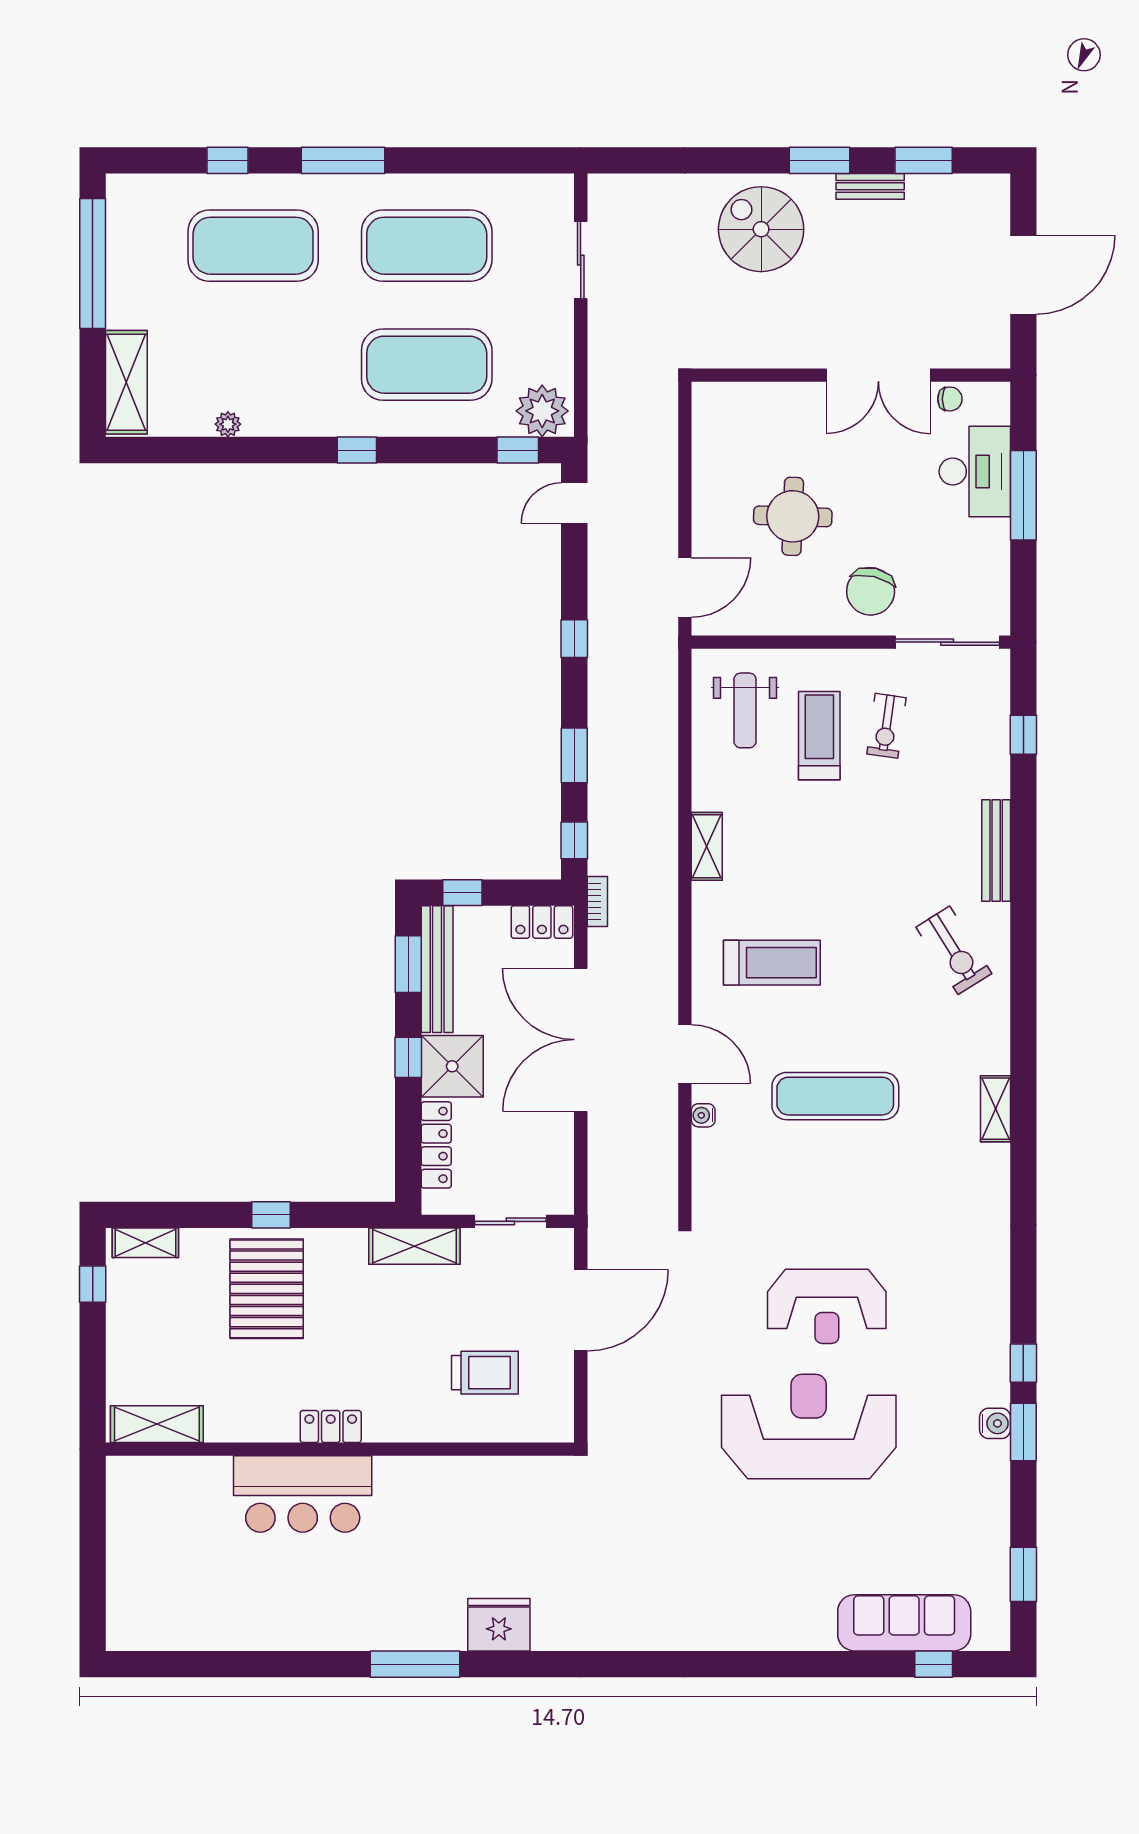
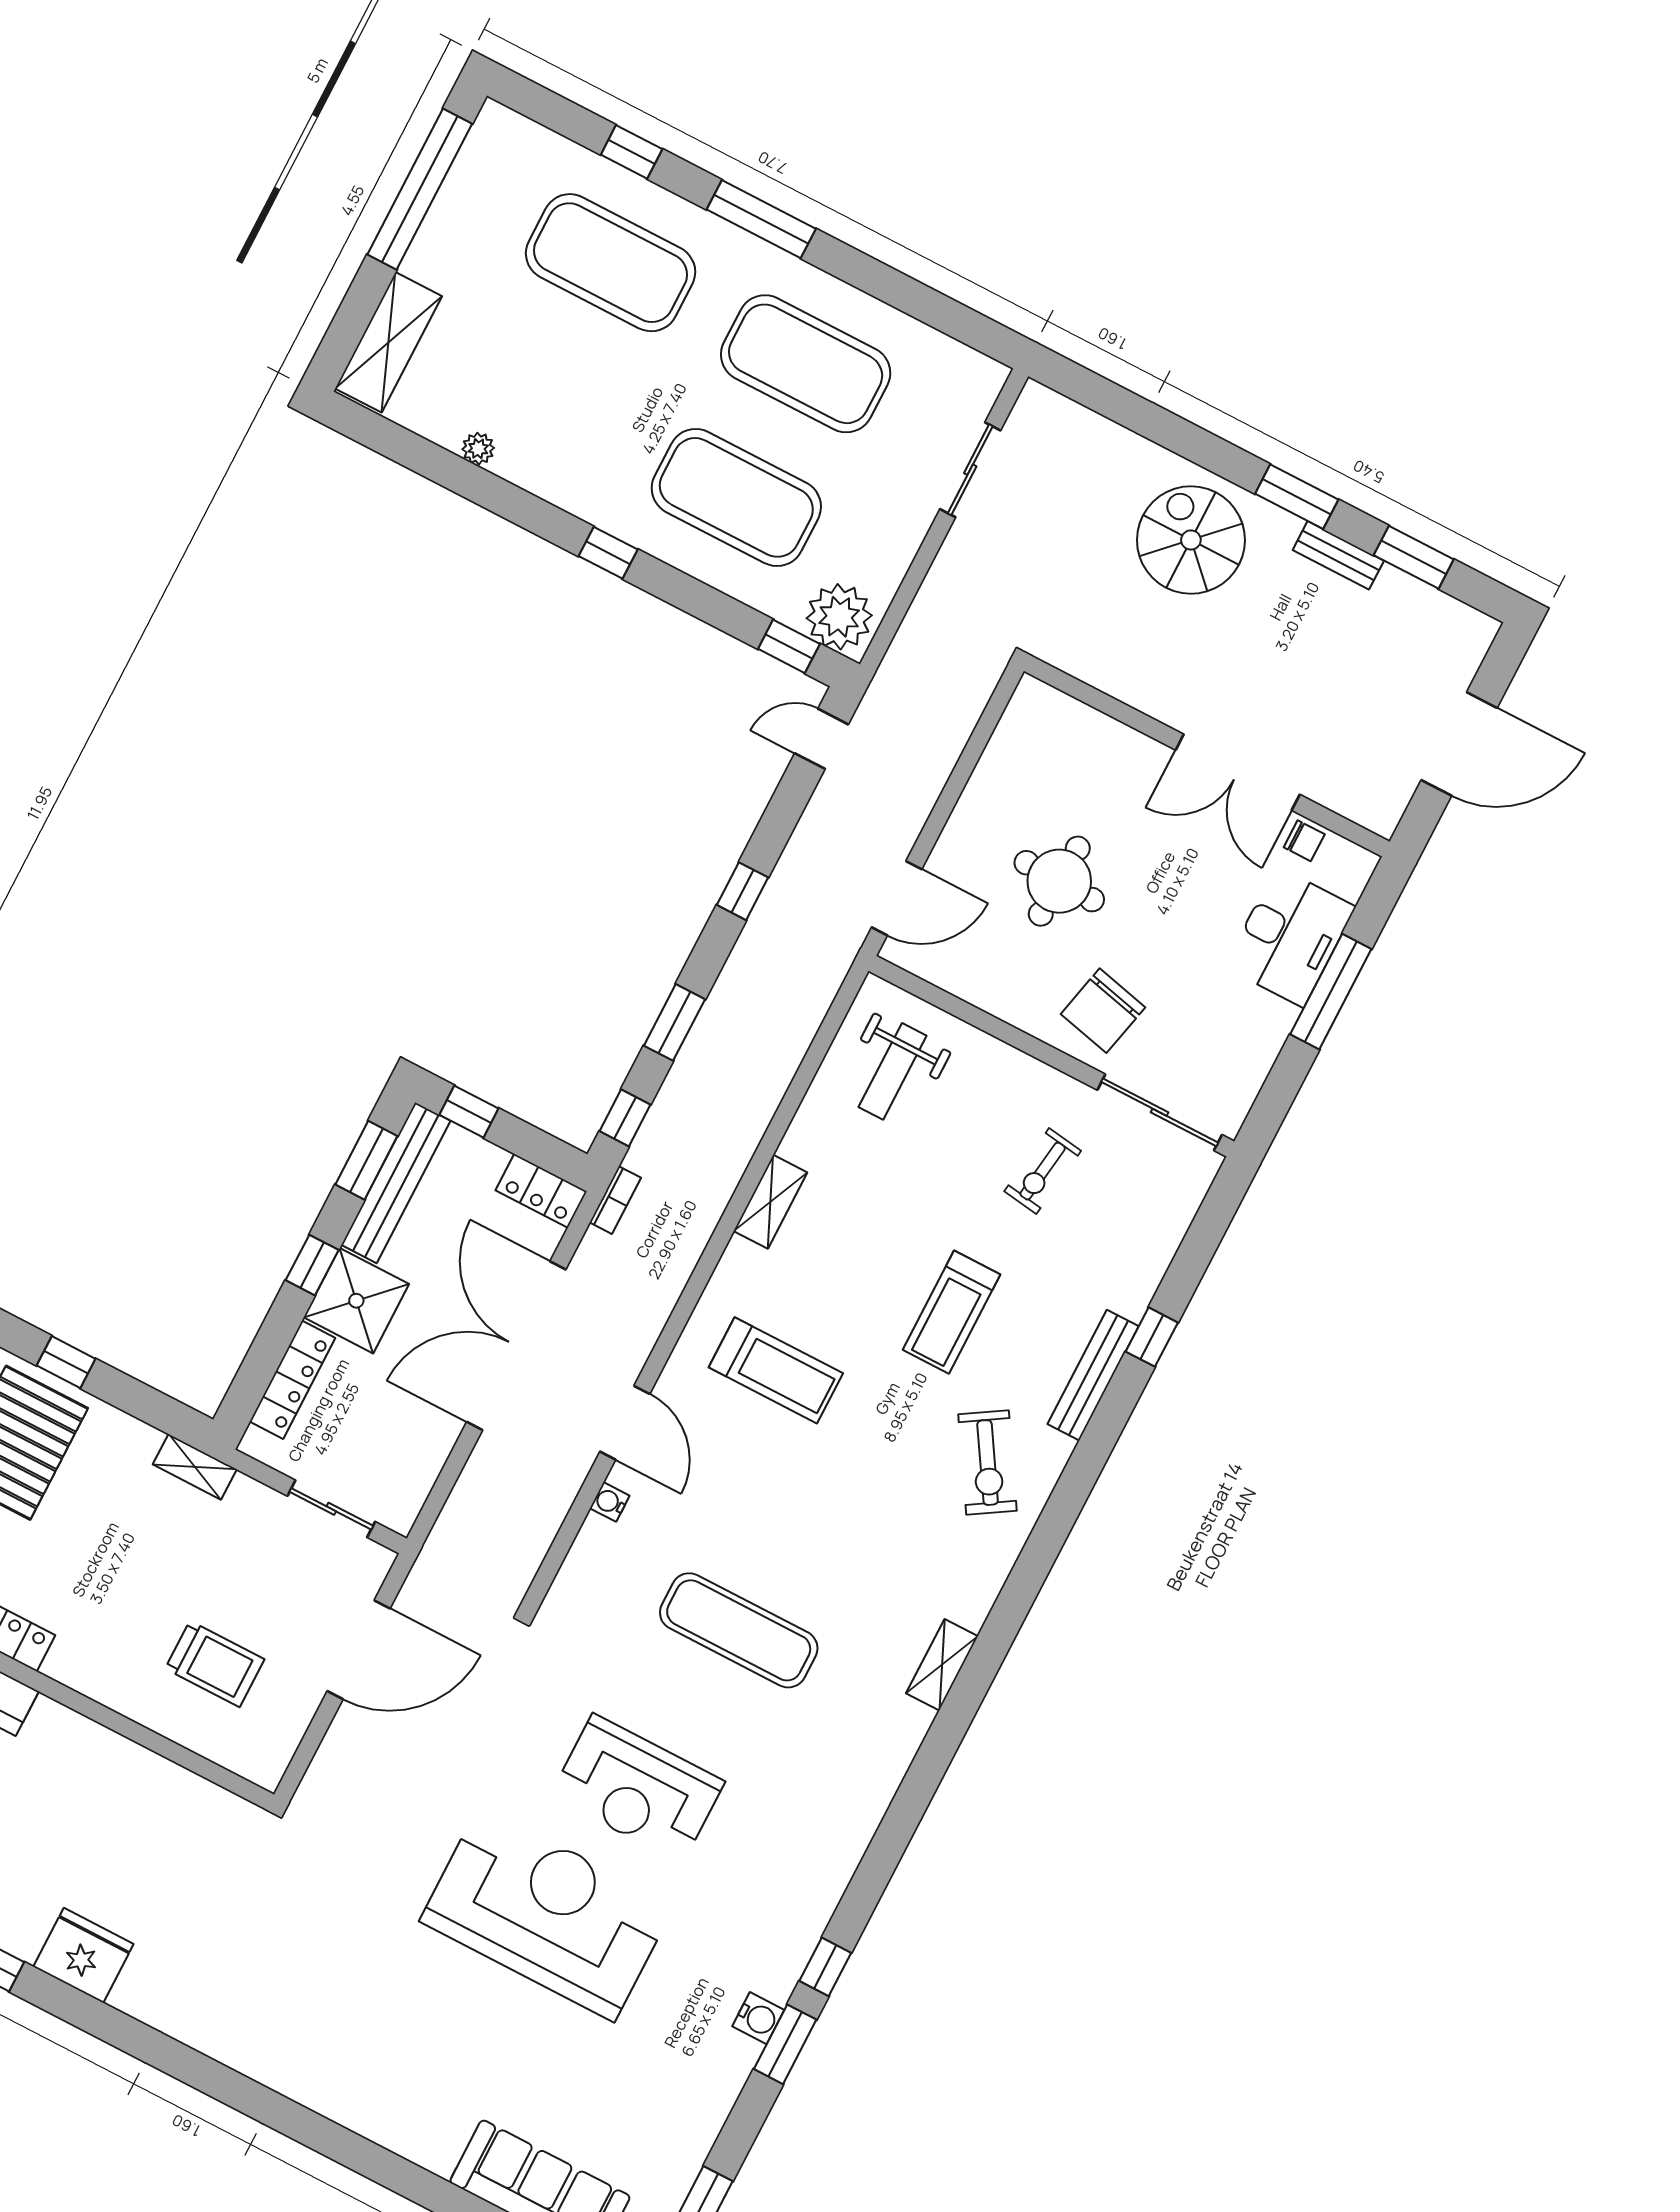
window: (1023, 735) -> (1152, 1337), moved
treadmill: (819, 736) -> (951, 1312), moved, turned 180
exercise mat: (835, 1096) -> (739, 1630), moved
shelving: (414, 1246) -> (195, 1467), width x0.67, depth x0.75

